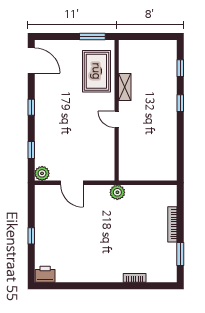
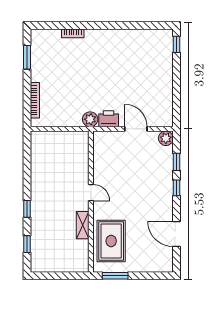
door: (31, 60) -> (177, 234), moved
window: (31, 107) -> (177, 188), moved
bookcase: (172, 224) -> (35, 100), moved
window: (31, 236) -> (177, 44), moved
printer: (45, 274) -> (109, 119), moved, turned 180

